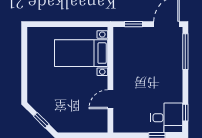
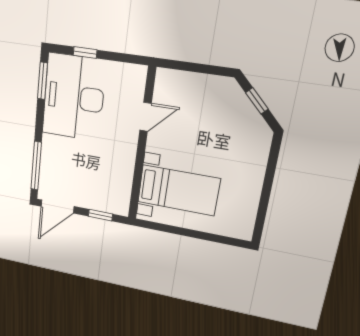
window: (185, 113) -> (42, 81), width x1.50
desk: (167, 118) -> (74, 97), width x1.87, depth x1.30

